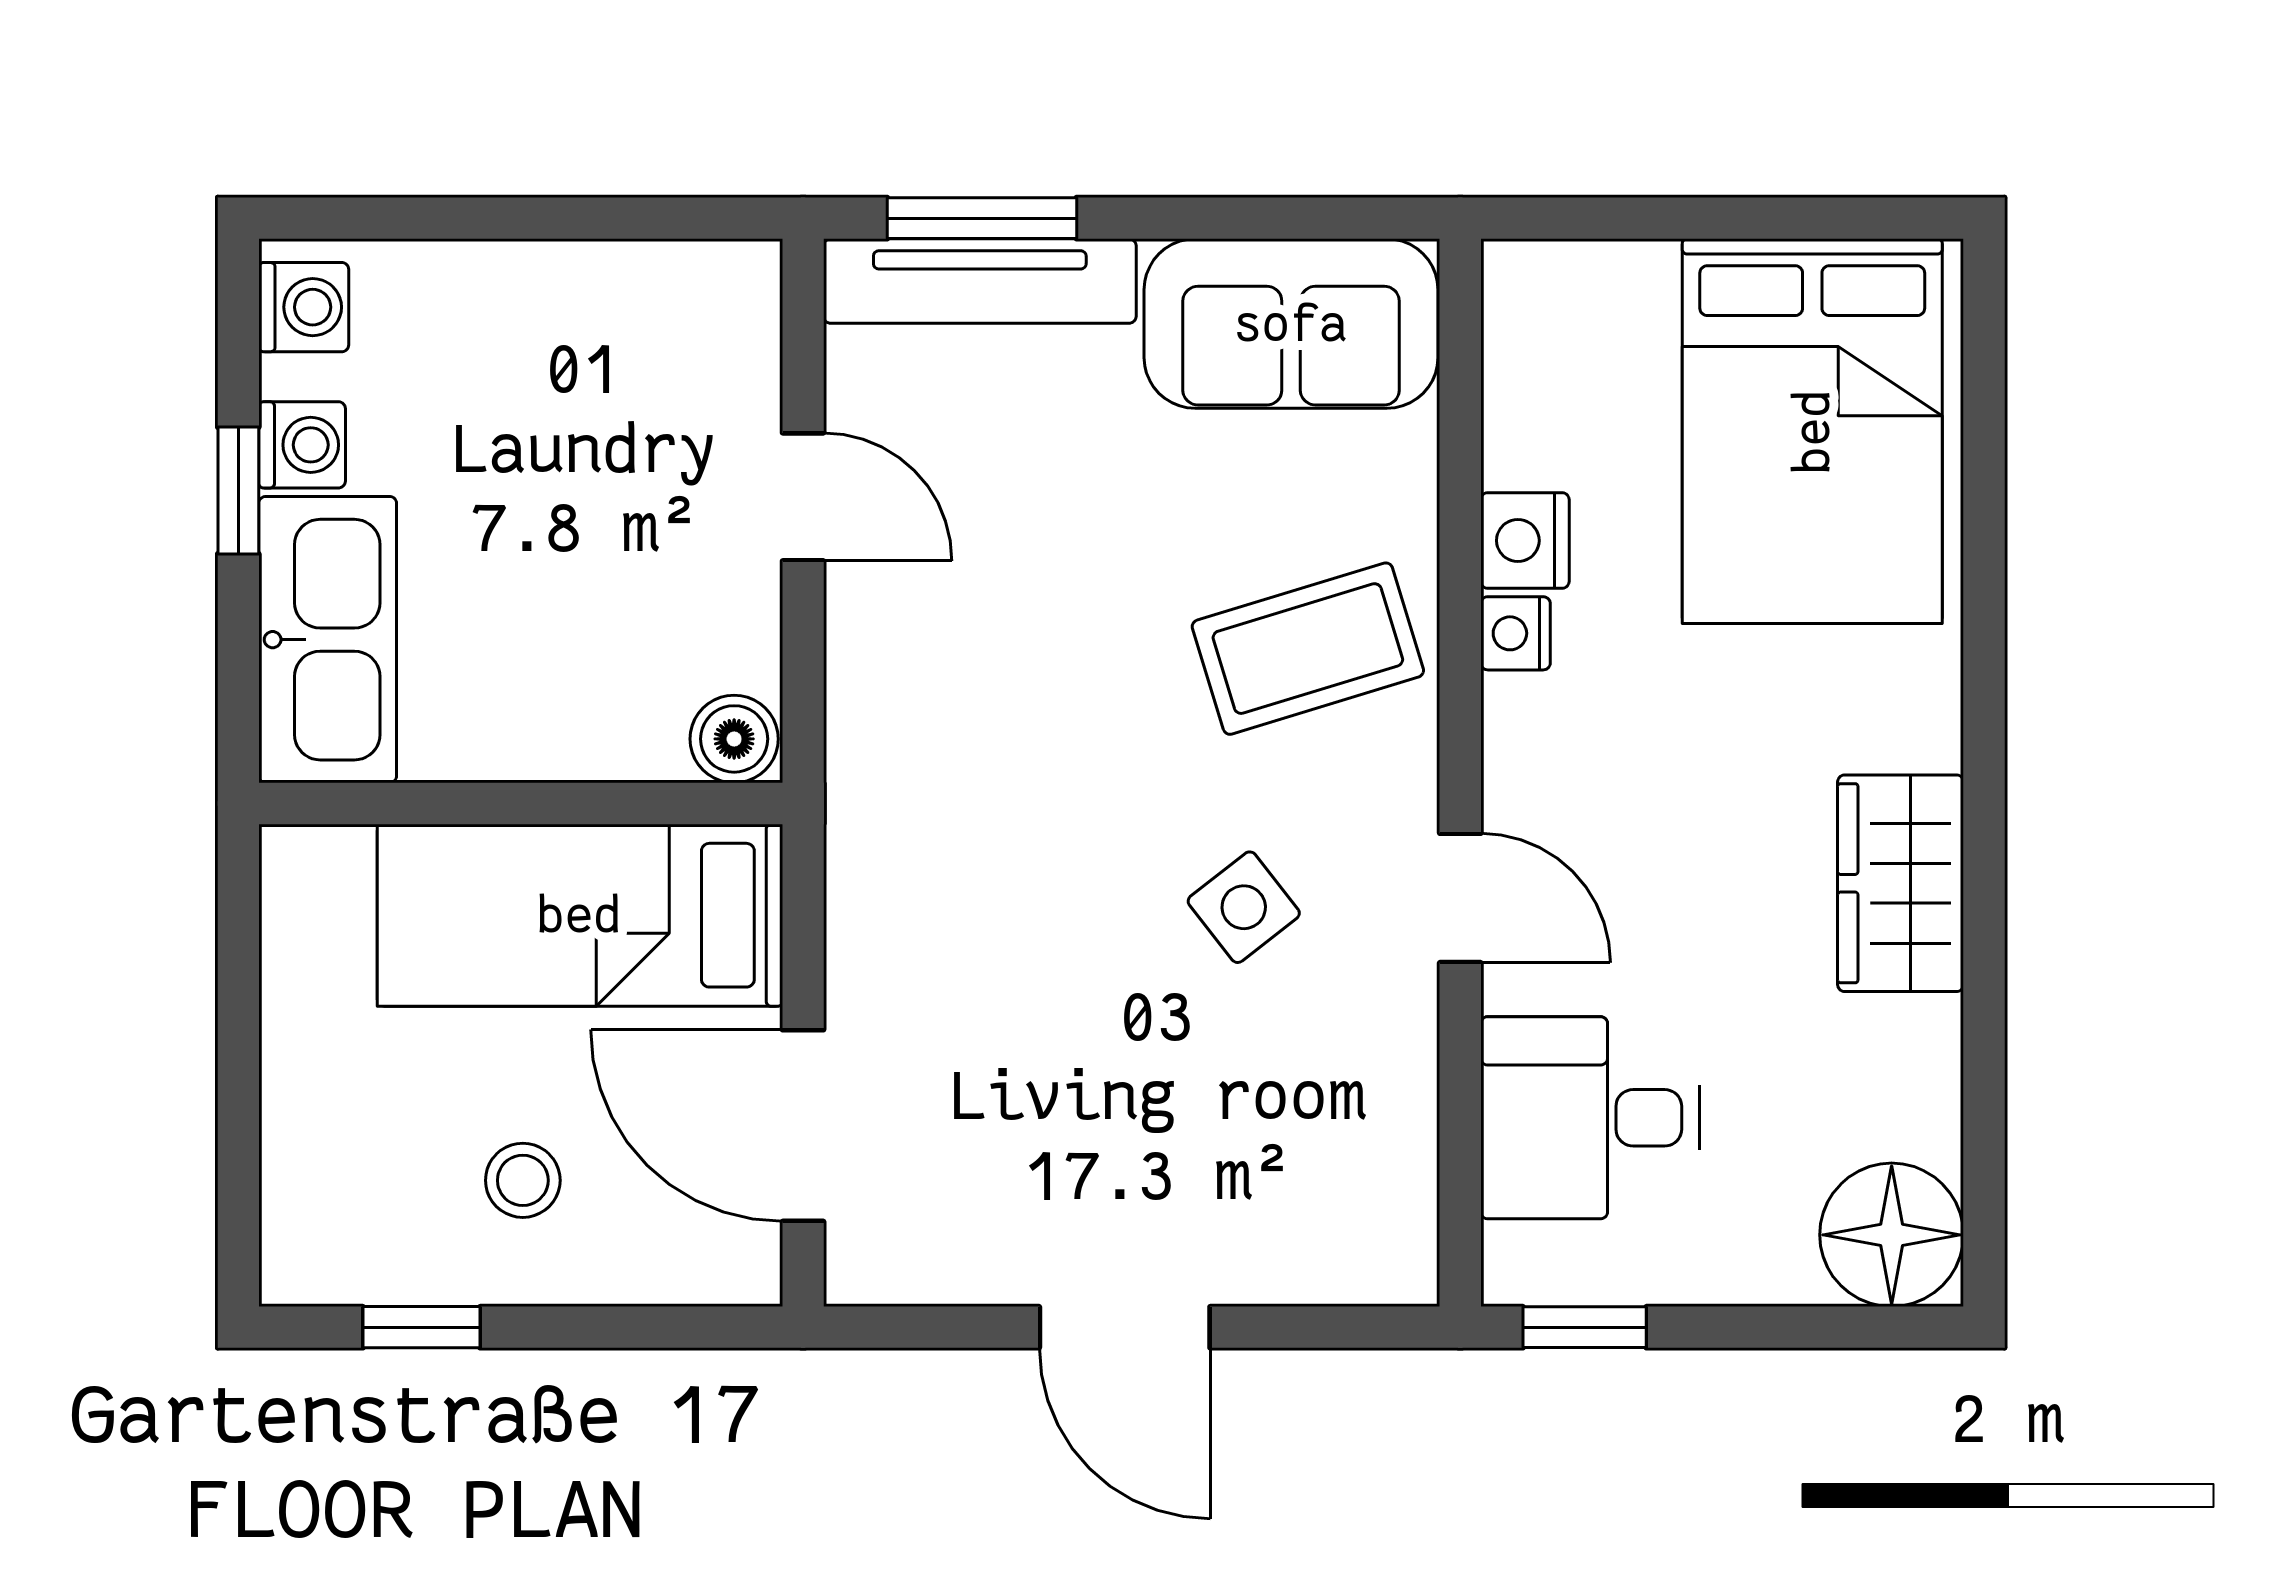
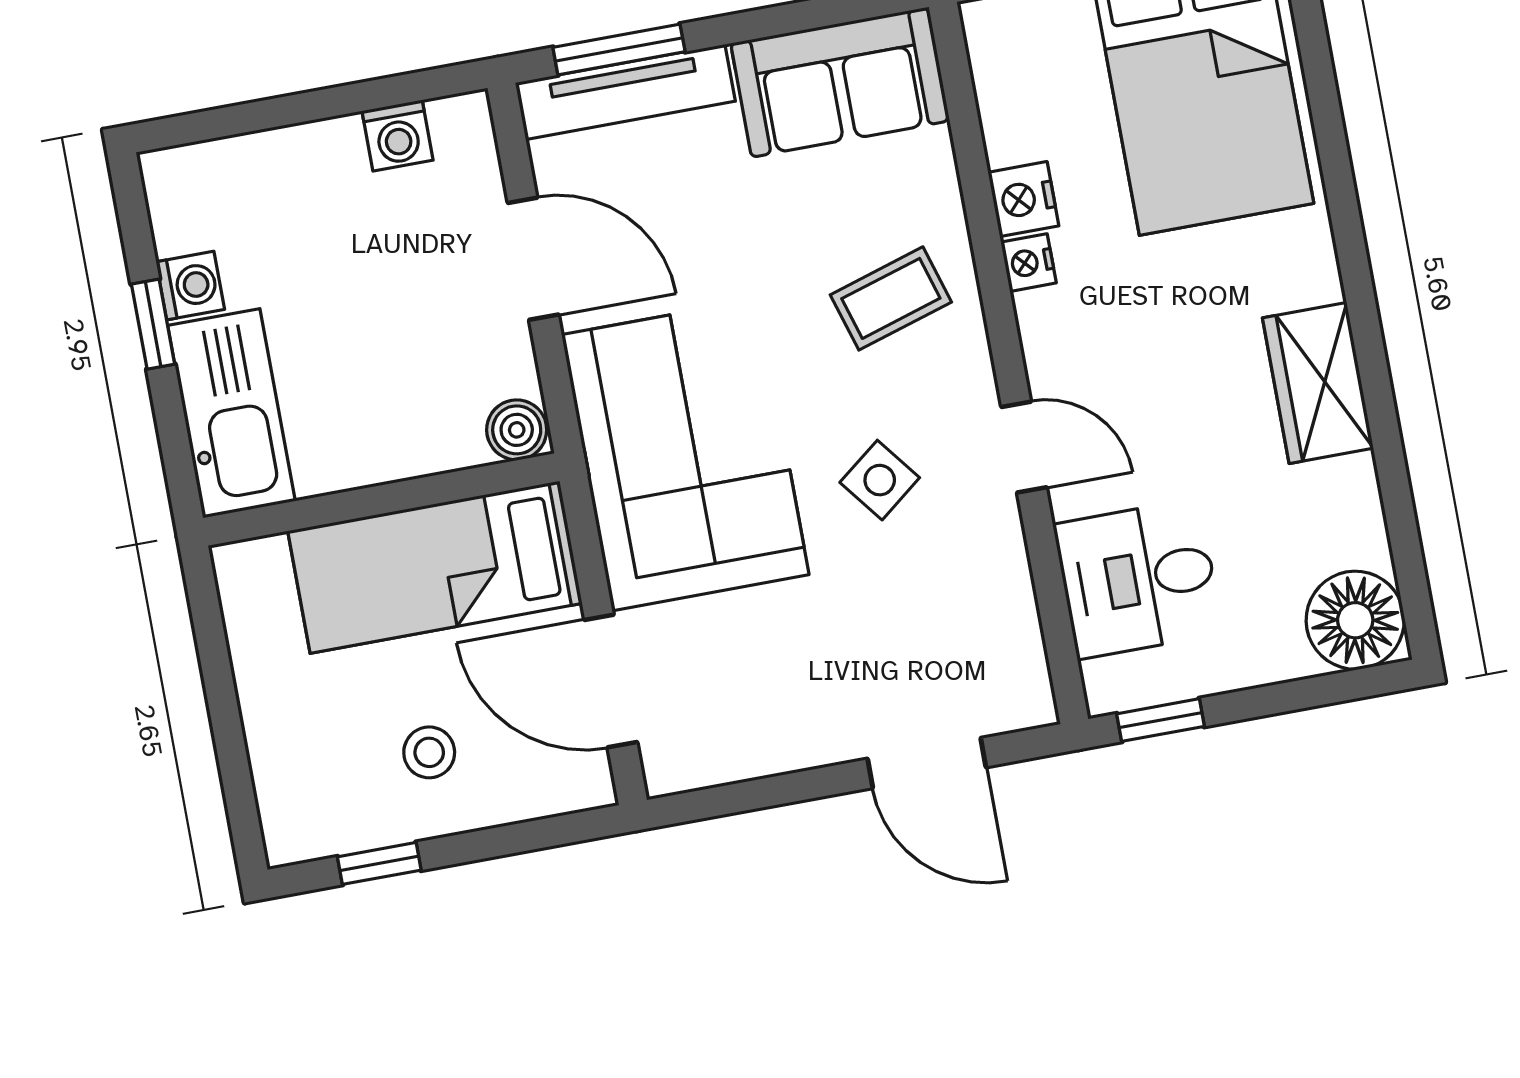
washing machine: (304, 307) -> (397, 136), moved, turned 90
door: (803, 497) -> (533, 259), width x1.38
coffee table: (1308, 649) -> (891, 298), width x0.73, depth x0.77
corner sofa: (970, 819) -> (685, 455), added
door: (1125, 1327) -> (927, 763), moved

